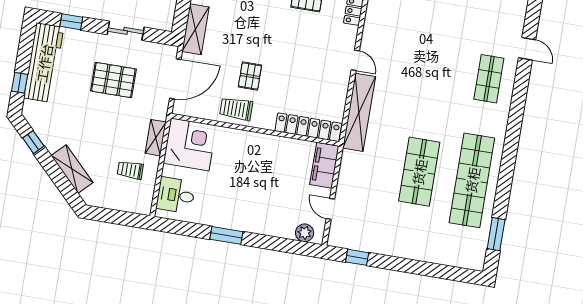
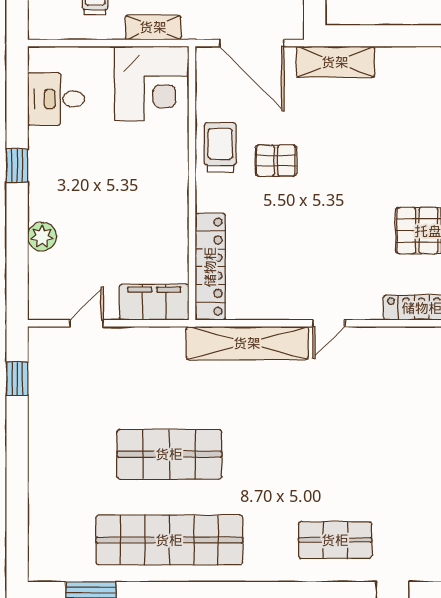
desk: (176, 195) -> (56, 99), moved, turned -90
plant: (305, 233) -> (42, 237), moved
window: (226, 235) -> (17, 166), width x0.67

